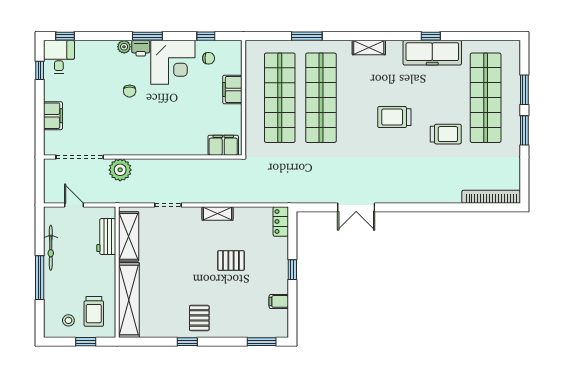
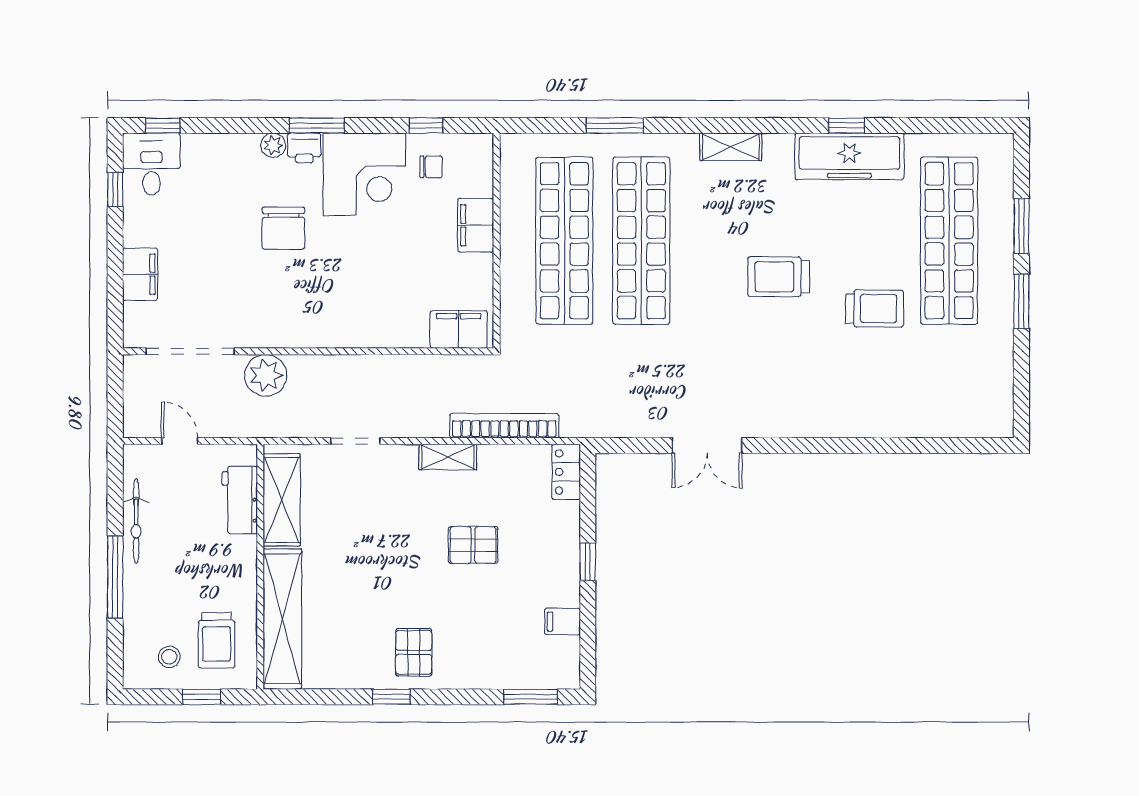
chair: (130, 91) -> (283, 228), width x1.87, depth x1.87
bookcase: (491, 197) -> (504, 426), moved

